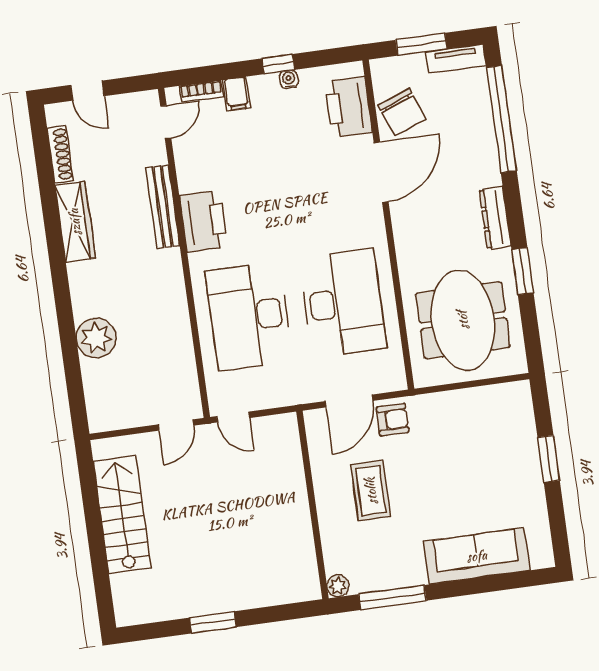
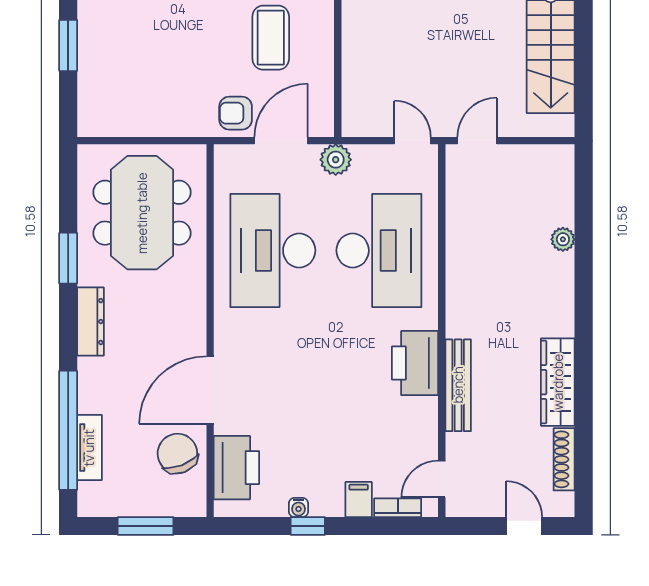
tv unit: (456, 59) -> (89, 448), moved, turned 90
plant: (96, 338) -> (563, 239), width x0.53, depth x0.53
plant: (298, 391) -> (336, 160), added

